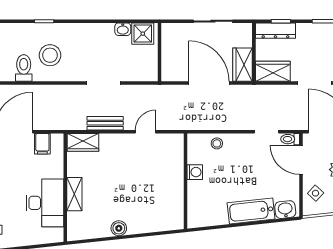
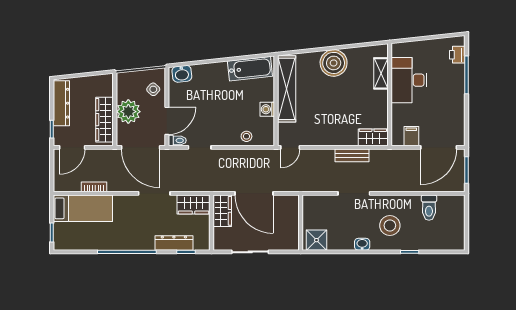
washbasin: (123, 29) -> (362, 244), moved
dresser: (275, 31) -> (174, 243), moved
stool: (50, 55) -> (390, 225), moved
door: (145, 132) -> (290, 147), moved
door: (301, 160) -> (167, 121), hinge flipped
shelving: (74, 194) -> (381, 73), moved
shelving: (174, 194) -> (287, 89), added
bathtub: (251, 211) -> (250, 69), moved
boiler: (119, 228) -> (334, 63), width x1.86, depth x1.86

